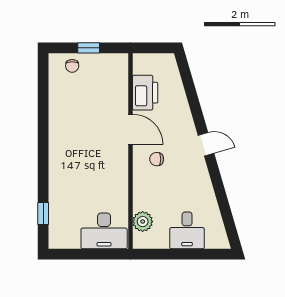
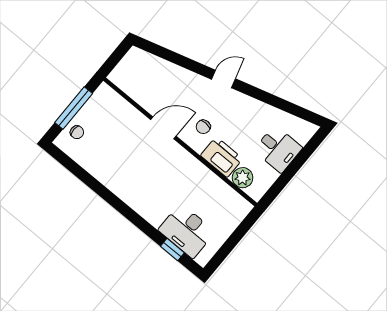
window: (89, 48) -> (74, 108), width x2.17
printer: (145, 93) -> (222, 157), moved
desk: (104, 231) -> (187, 231), moved, turned 90

